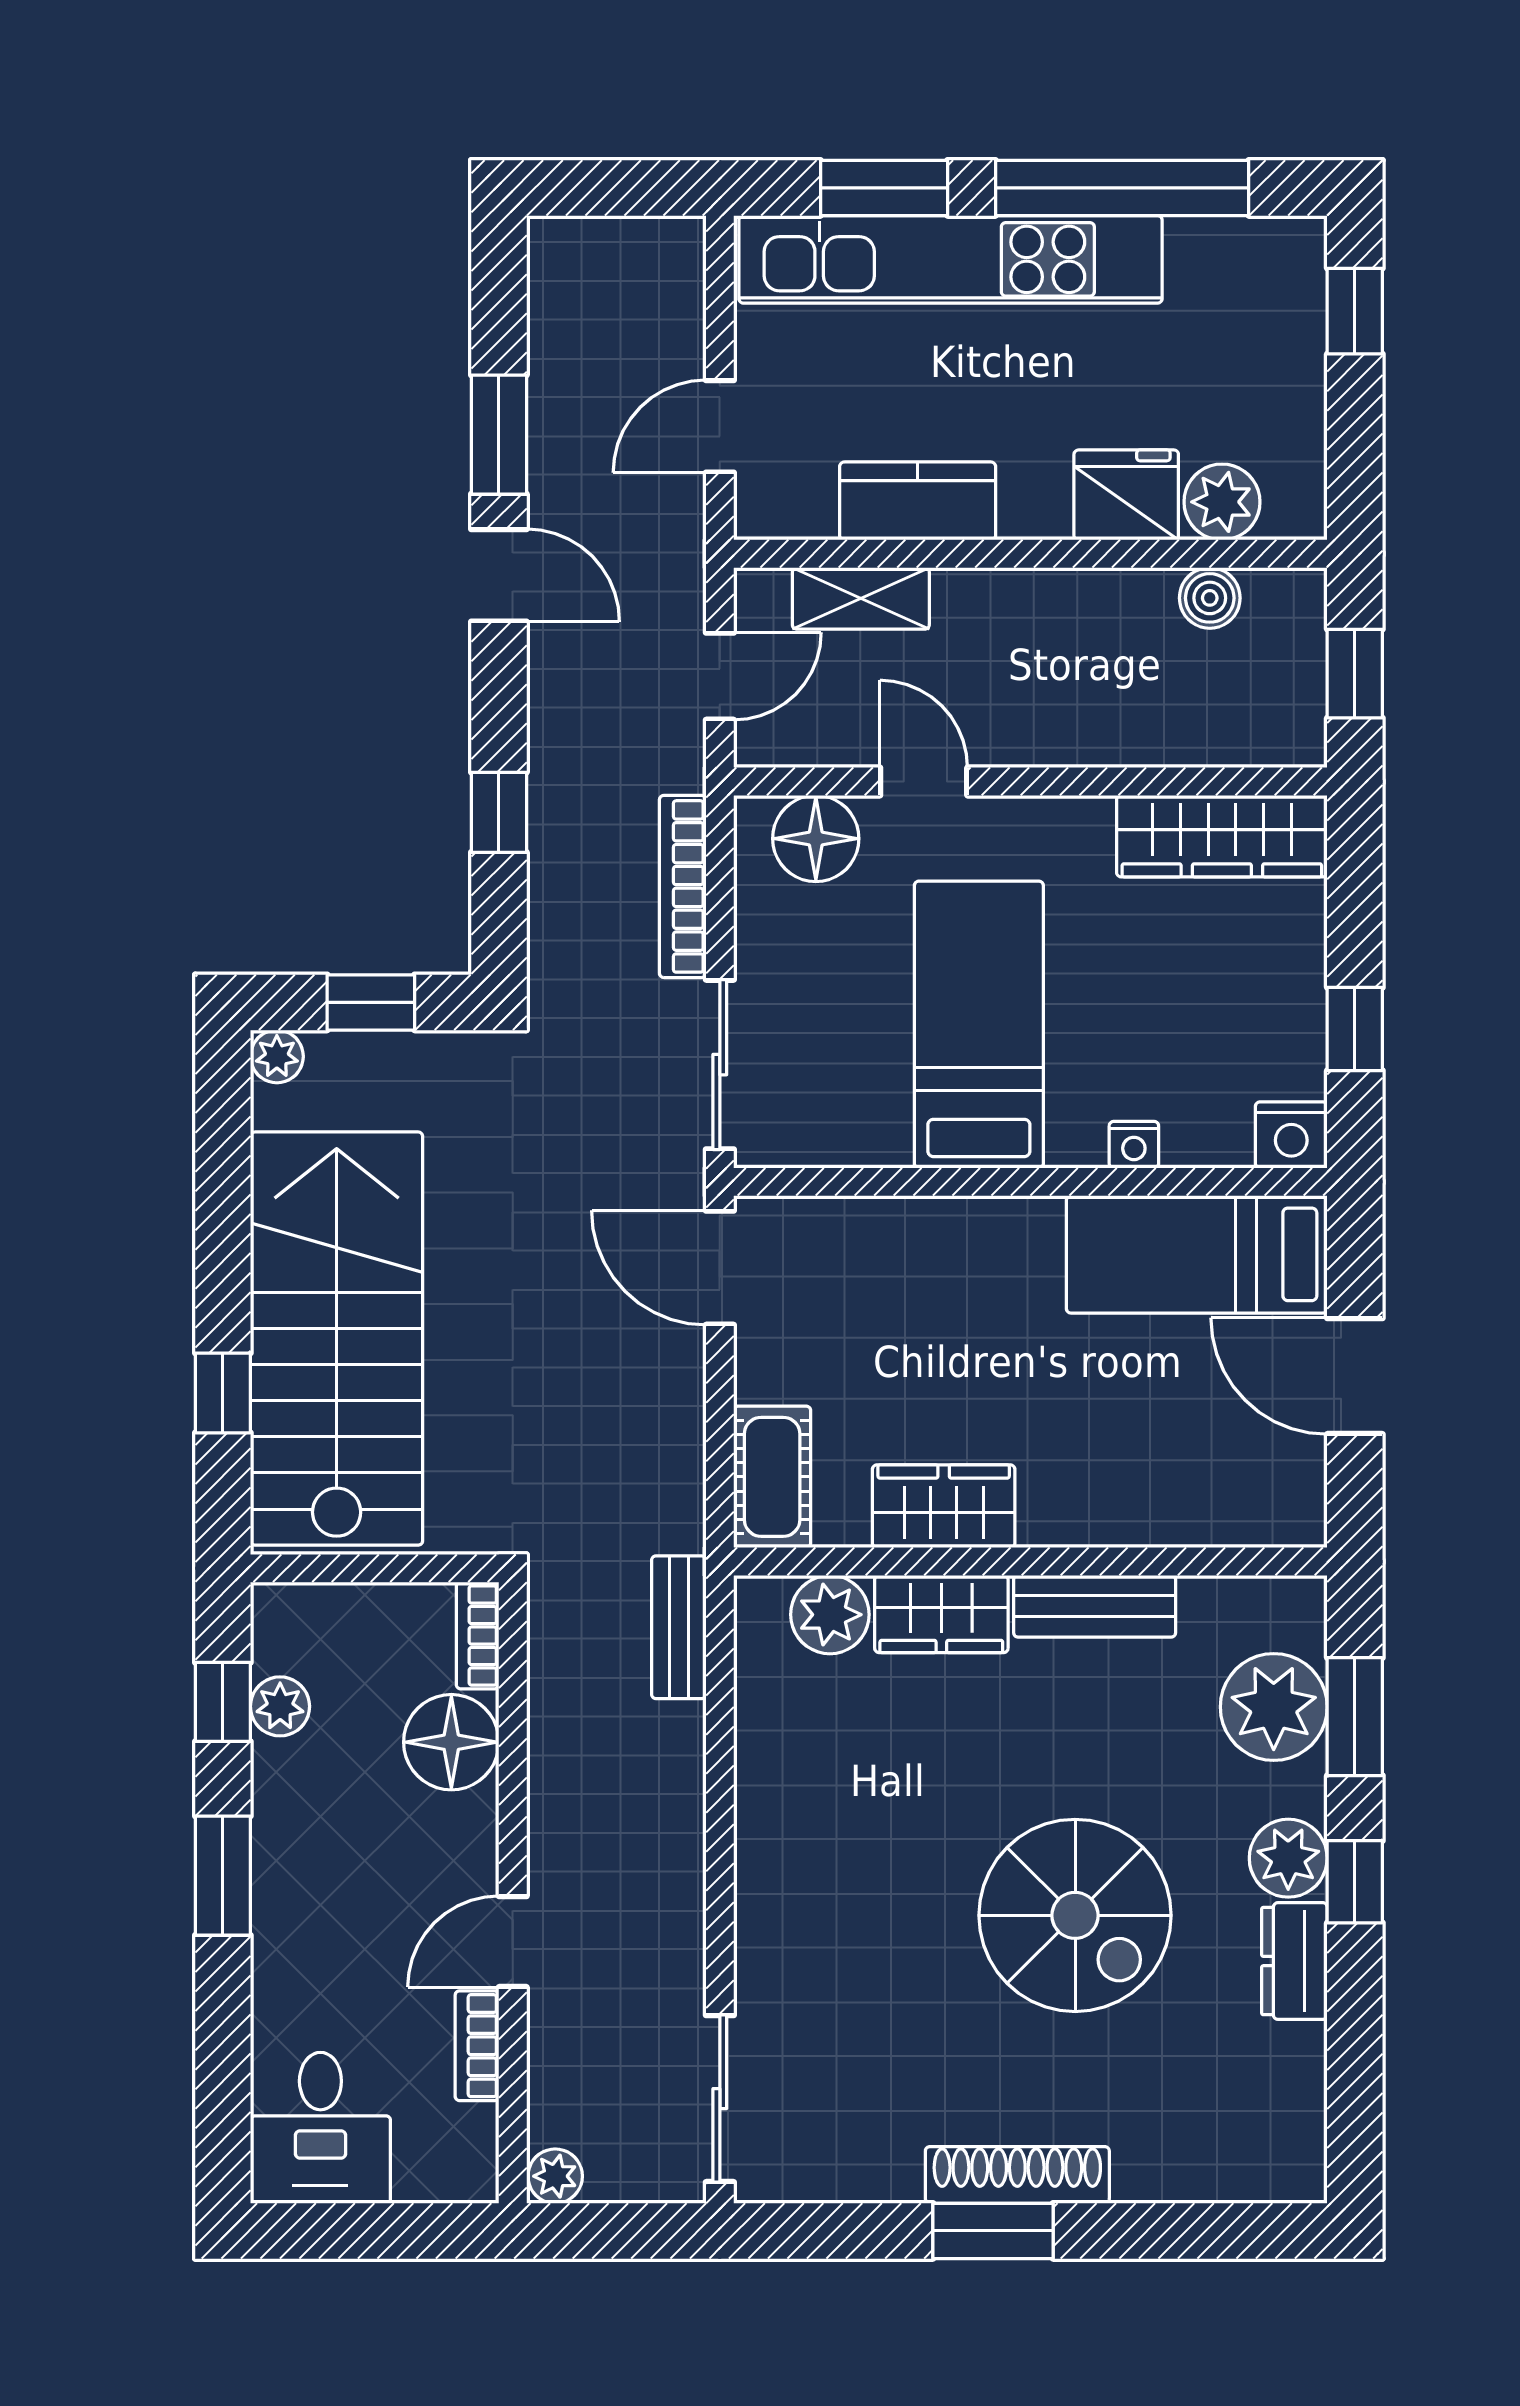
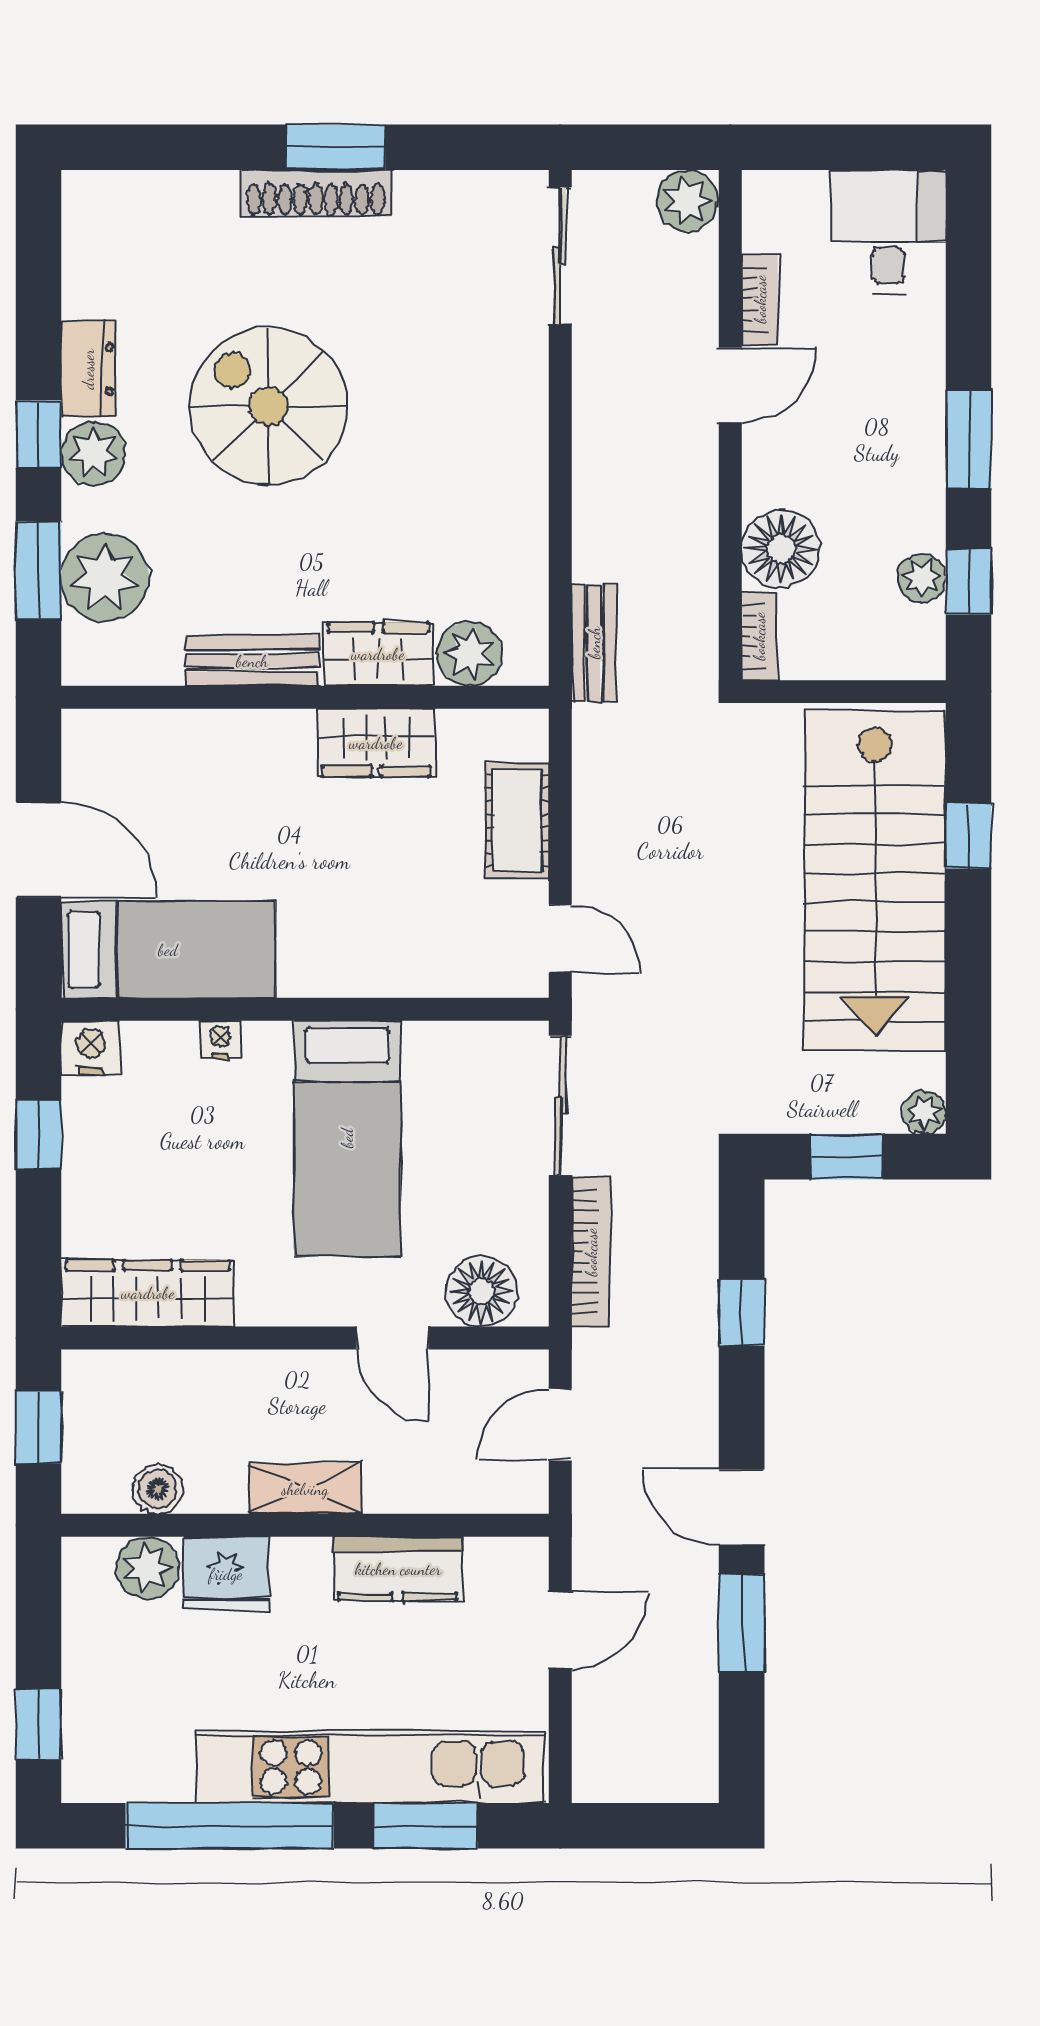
shelving: (861, 598) -> (305, 1489), moved
door: (720, 1268) -> (560, 939), width x0.73
cot: (772, 1477) -> (517, 821), moved
plant: (555, 2176) -> (687, 201), width x1.38, depth x1.38

